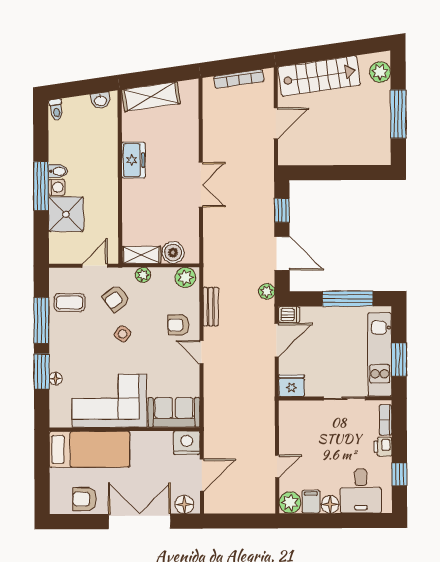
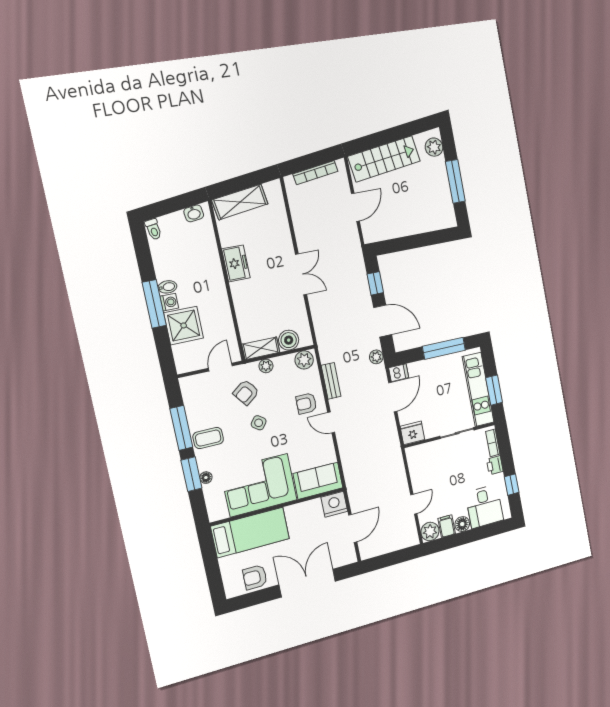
coffee table: (70, 303) -> (208, 438), moved
floor lamp: (184, 504) -> (343, 558), removed

